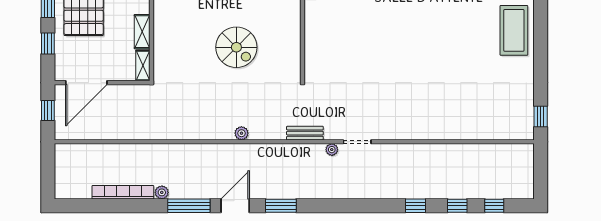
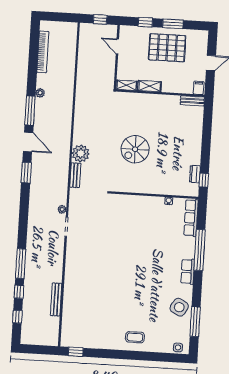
coffee table: (514, 30) -> (135, 337), width x0.54, depth x0.58
door: (86, 83) -> (117, 46), width x0.53
plant: (241, 133) -> (81, 153), width x1.87, depth x1.87
bench: (305, 133) -> (75, 175), moved
bench: (465, 150) -> (56, 299), added
bookcase: (123, 192) -> (43, 52), moved
window: (416, 206) -> (21, 264), width x2.17

